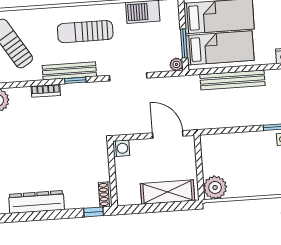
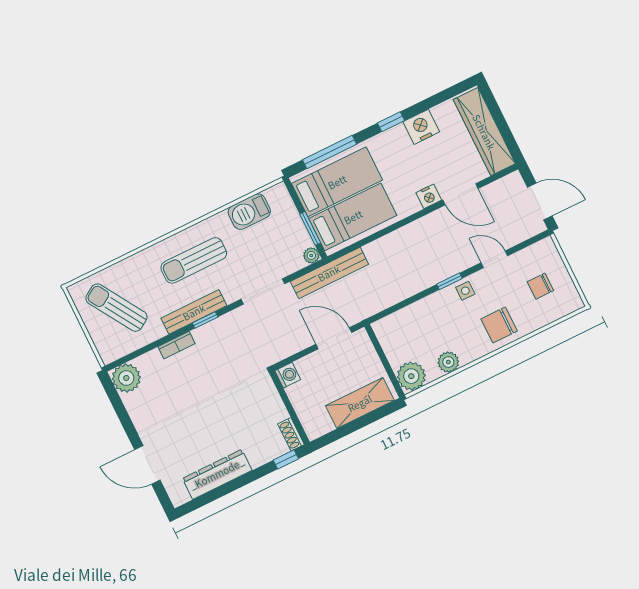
bench: (232, 80) -> (329, 273), moved
plant: (248, 188) -> (448, 362), added

